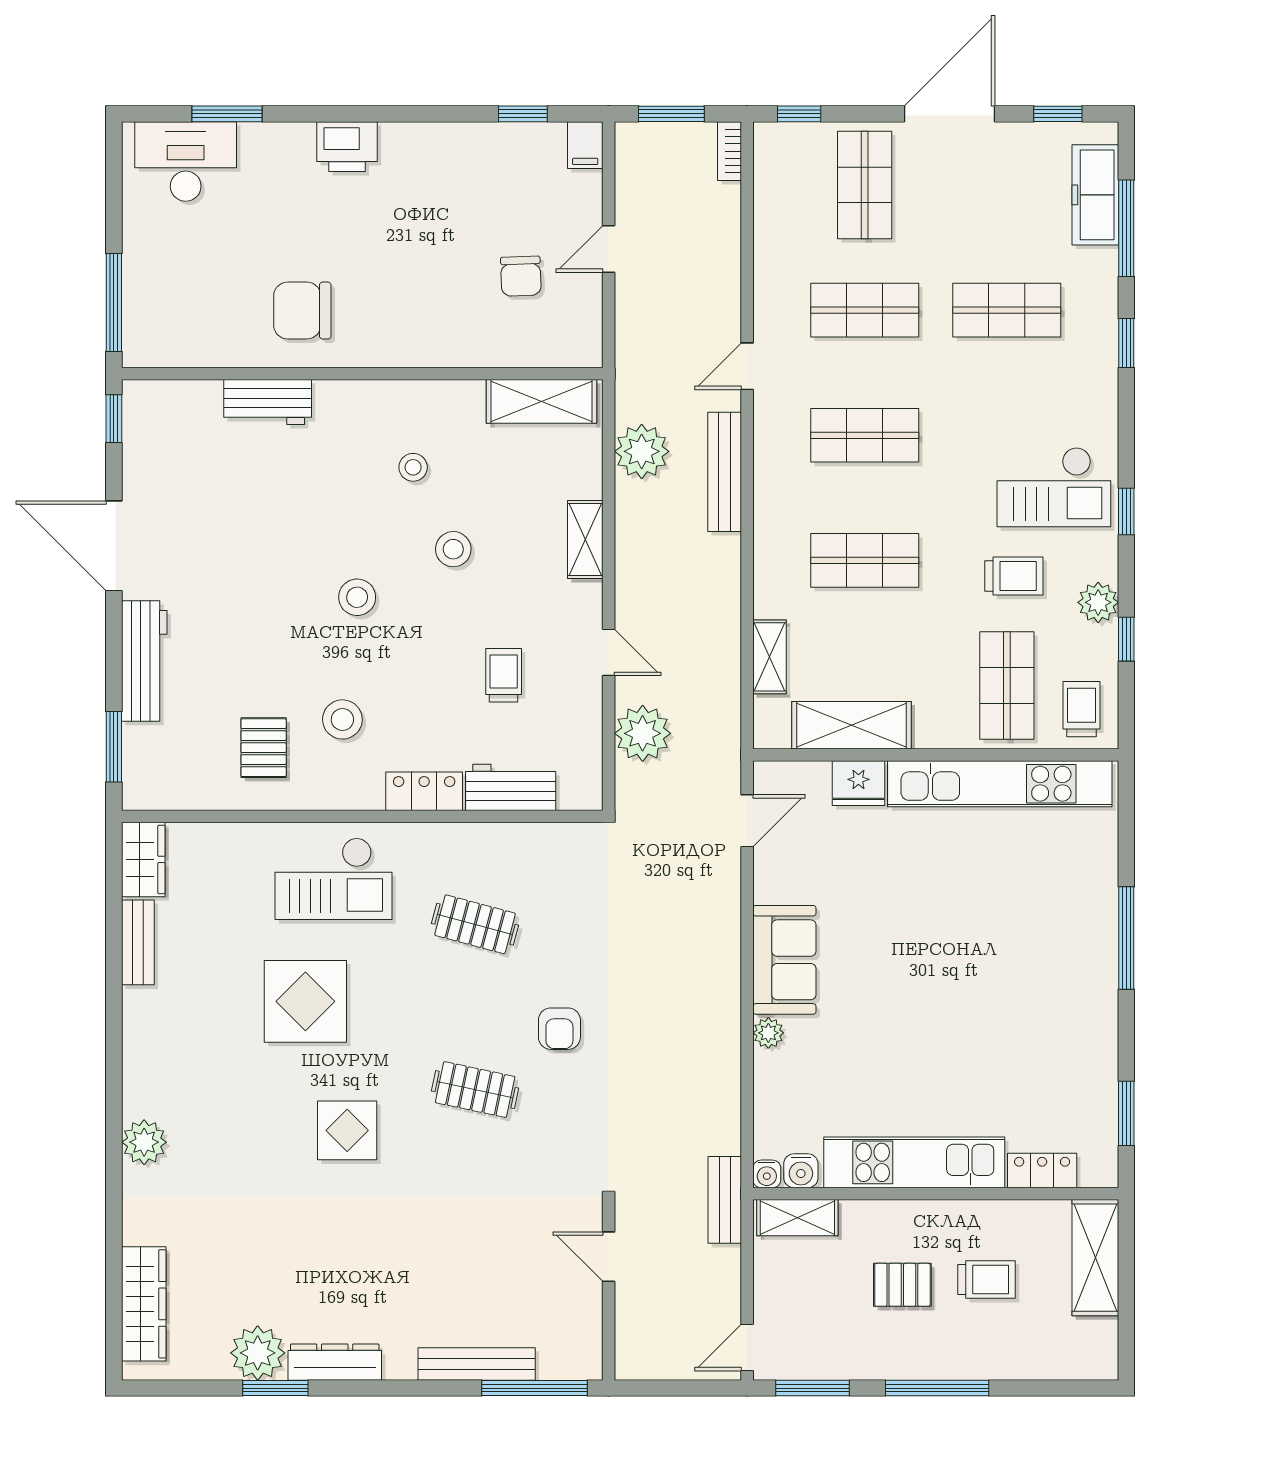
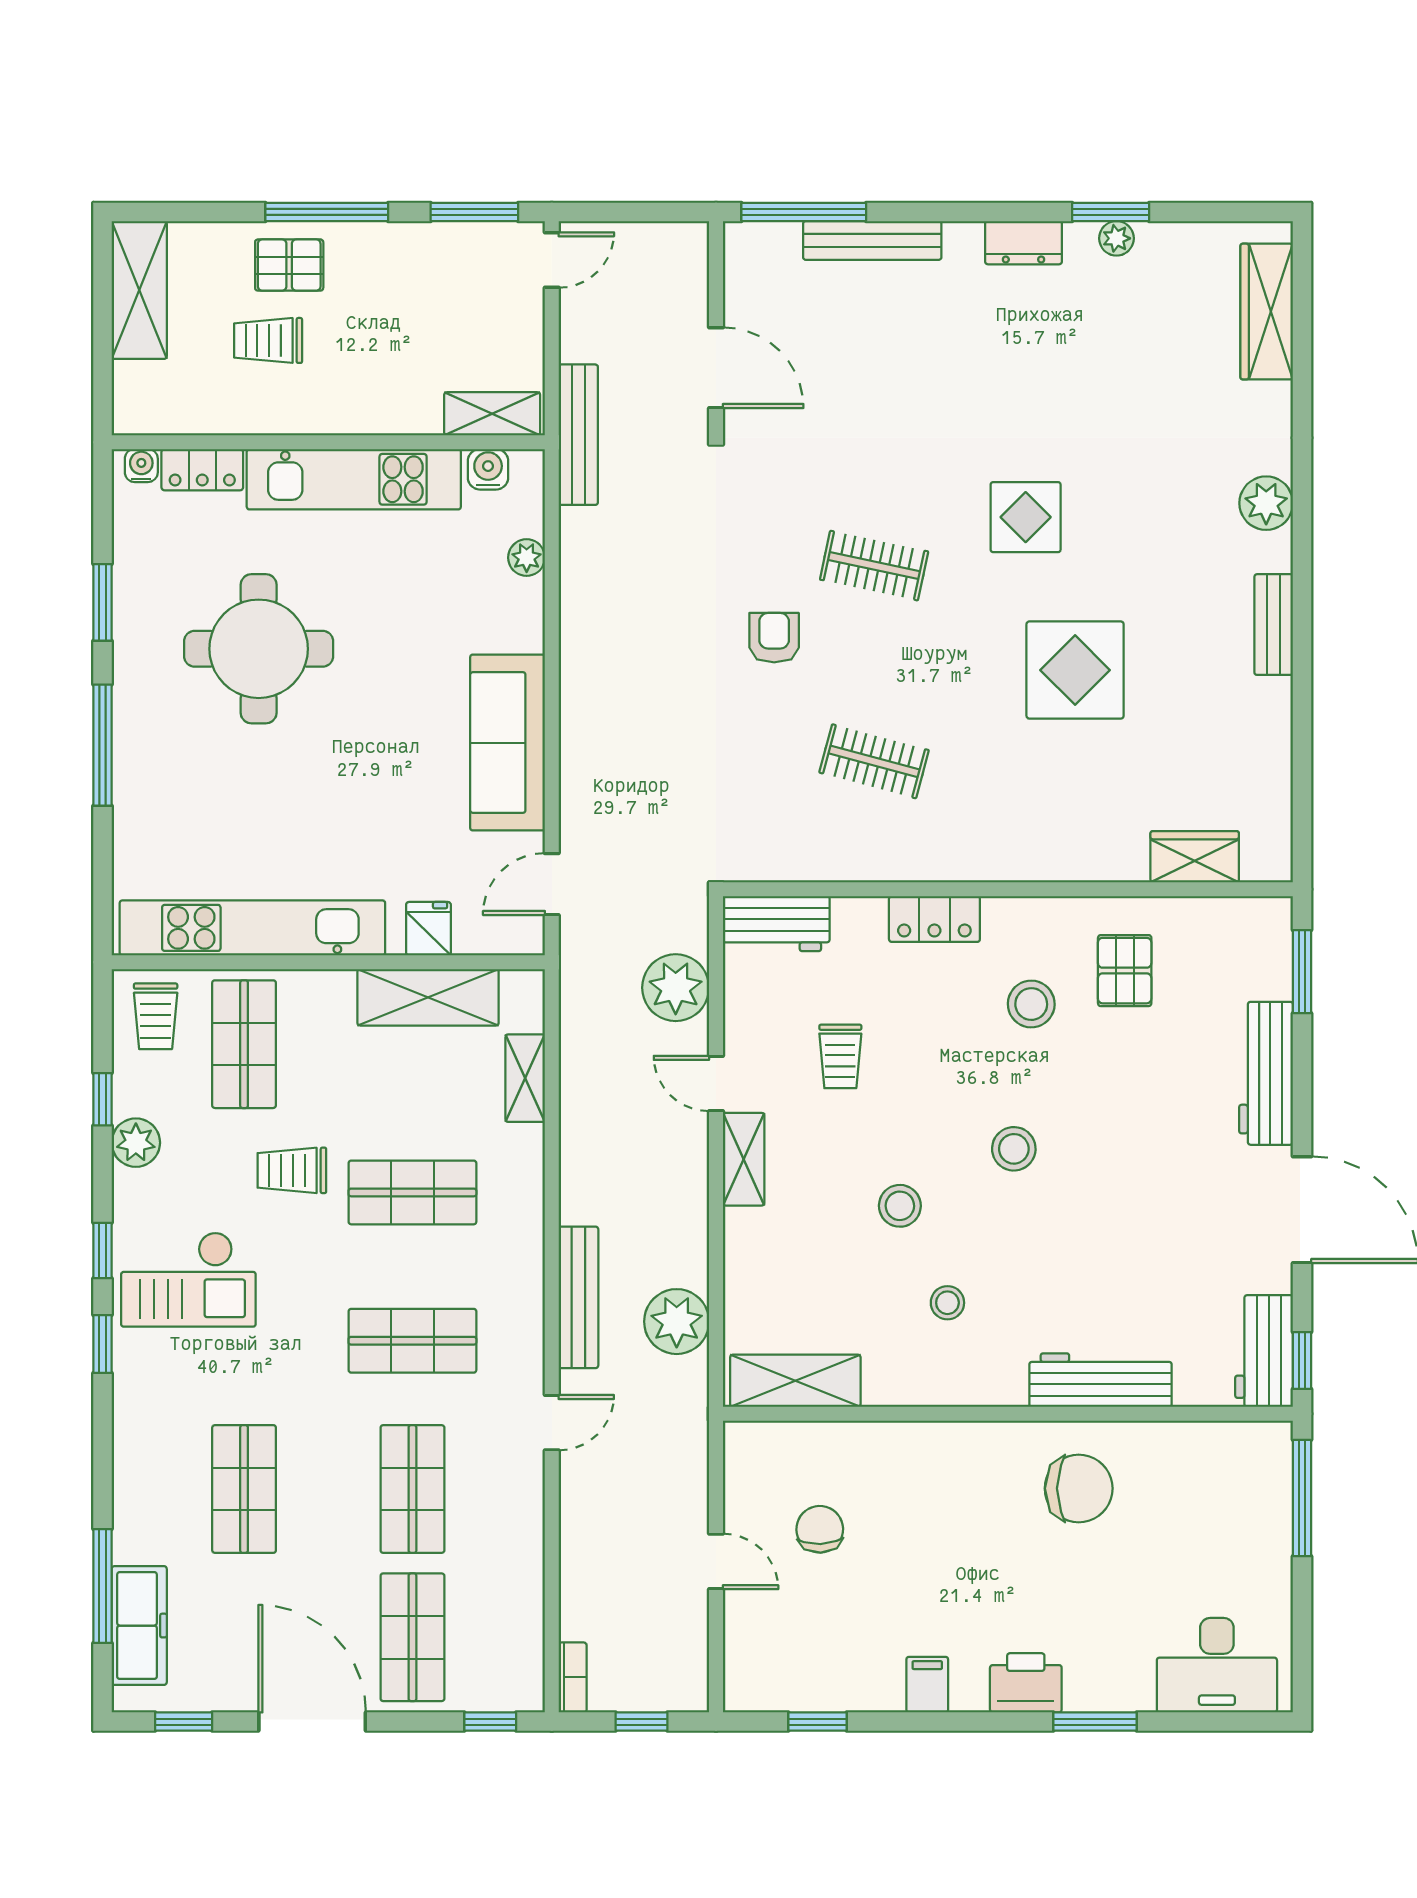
window: (227, 114) -> (1095, 1722), moved
window: (671, 114) -> (642, 1722), width x0.67
door: (949, 114) -> (312, 1722), swing flipped
filing cabinet: (585, 145) -> (927, 1685), moved
door: (609, 249) -> (716, 1561), hinge flipped
shop shelf: (865, 310) -> (412, 1489), turned 90
shop shelf: (1007, 310) -> (244, 1489), turned 90
window: (1126, 343) -> (103, 1344), moved
workbench: (268, 402) -> (1100, 1380), width x1.38
workbench: (146, 427) -> (1264, 1351), added
checkout: (1054, 487) -> (188, 1279), turned 180
shelving: (585, 540) -> (744, 1159), moved
trolley: (1014, 576) -> (292, 1170), moved
fridge: (858, 783) -> (428, 929), width x0.72
workbench: (511, 787) -> (776, 924), moved
wardrobe: (143, 859) -> (1195, 857), moved, turned 90
checkout: (333, 879) -> (1042, 815), removed
bench: (138, 942) -> (1274, 625), moved
sofa: (784, 960) -> (508, 743), width x1.36
round table: (995, 1019) -> (259, 649), added
plant: (768, 1033) -> (527, 558), moved
window: (1126, 1113) -> (103, 602), moved
water cooler: (767, 1174) -> (141, 466), moved
bench: (725, 1200) -> (578, 435), width x1.36
door: (609, 1257) -> (716, 368), width x1.38
shelving: (1095, 1258) -> (139, 290), moved
pallet: (902, 1285) -> (289, 265), moved
plant: (258, 1353) -> (1116, 238), width x0.53, depth x0.53
dresser: (335, 1362) -> (1023, 243), width x0.70

